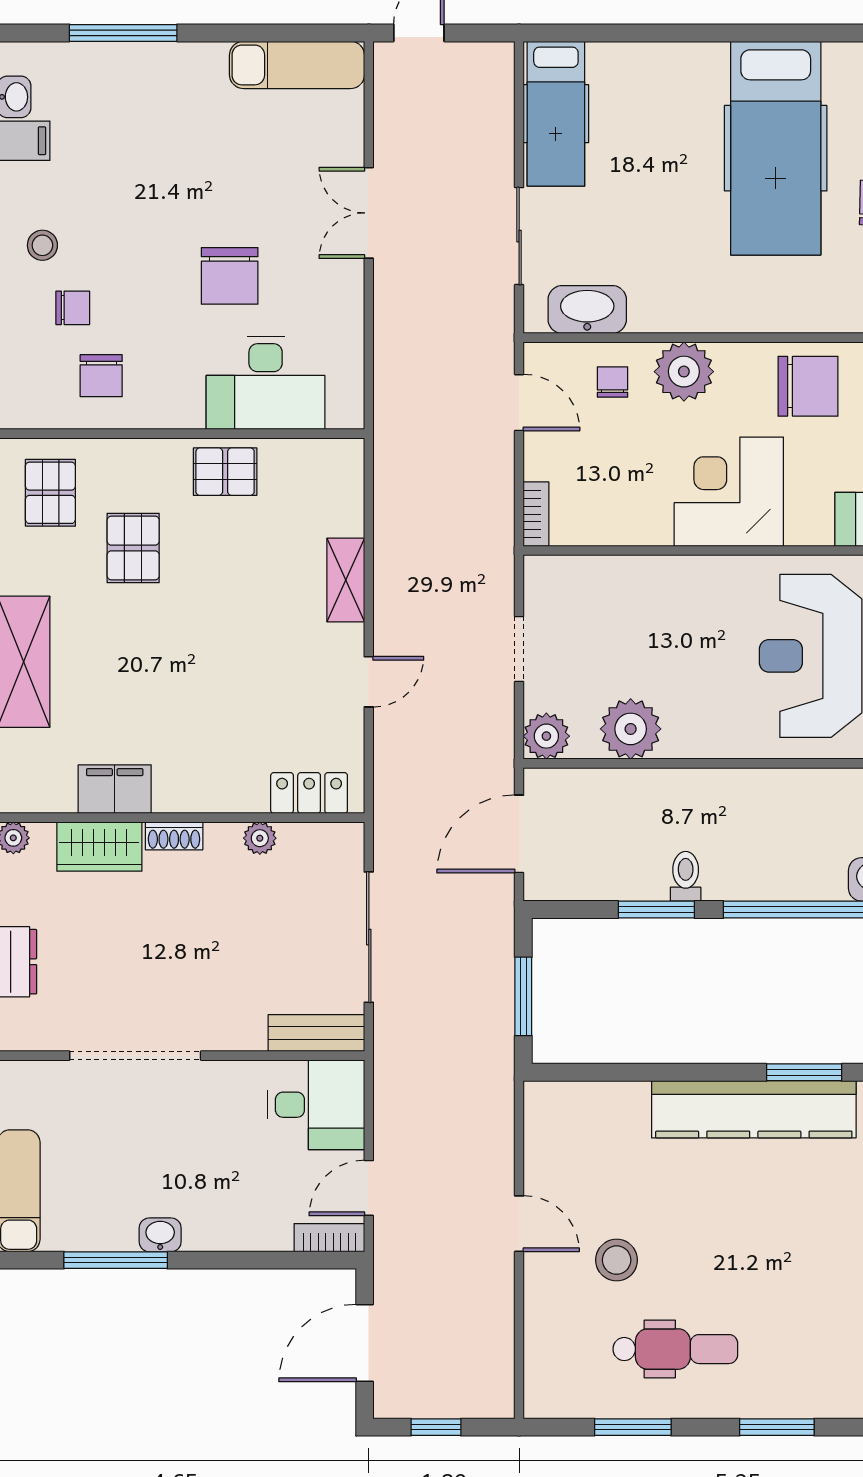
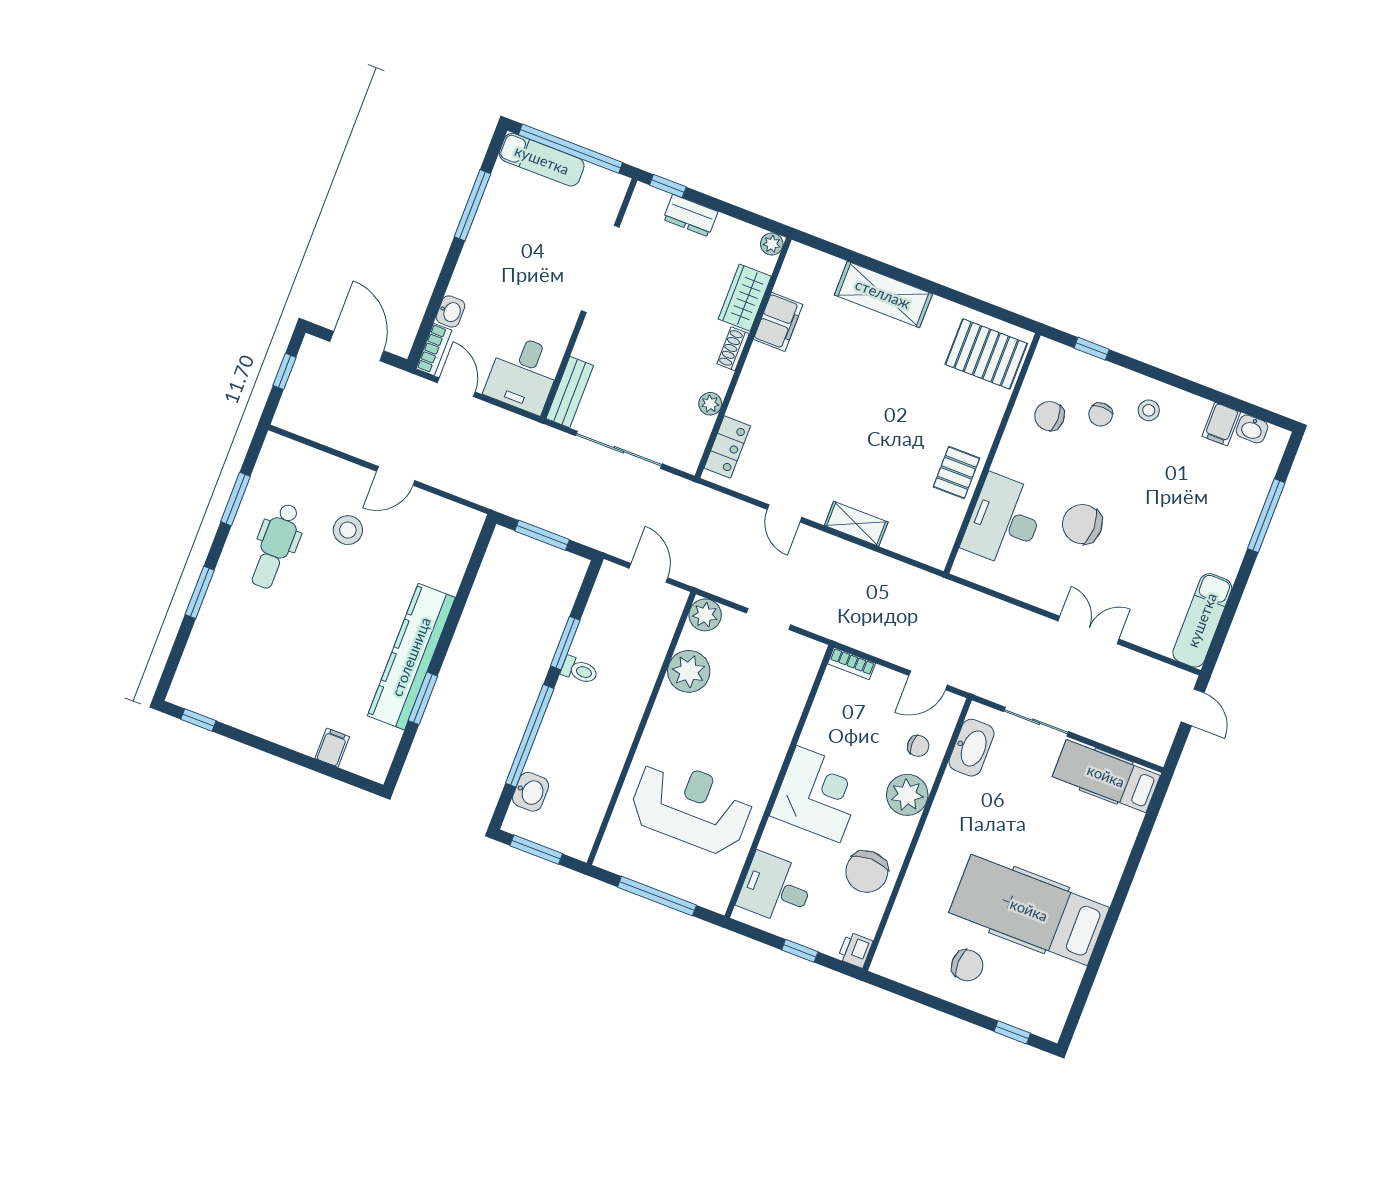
pallet: (50, 493) -> (986, 354), width x1.50, depth x1.42
pallet: (133, 548) -> (930, 394), removed
door: (519, 834) -> (648, 573), width x0.73
washbasin: (160, 1235) -> (451, 311), moved

